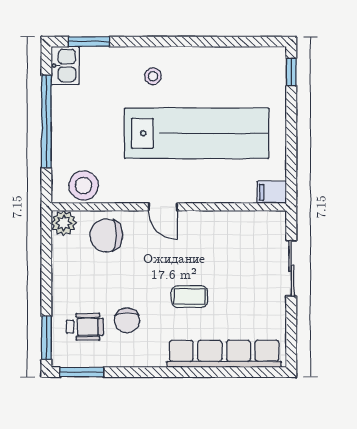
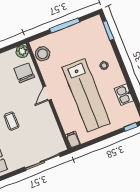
kitchen sink: (65, 65) -> (124, 95), moved, turned 90
window: (46, 122) -> (65, 26), width x0.68
sliding door: (291, 268) -> (42, 162), width x1.37

